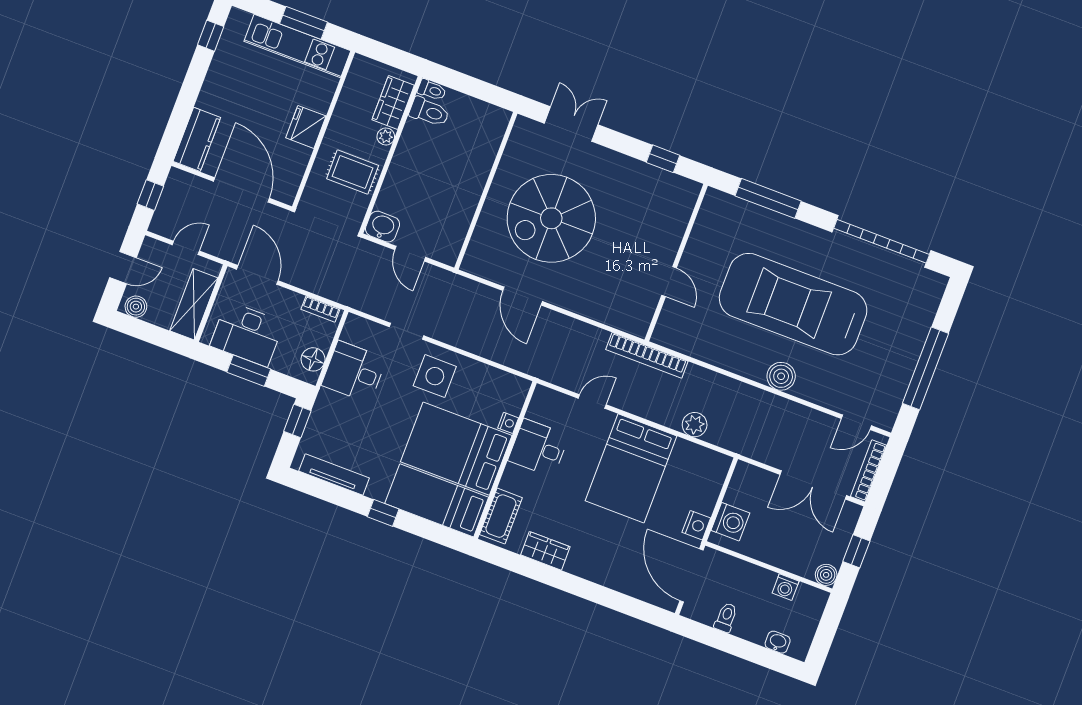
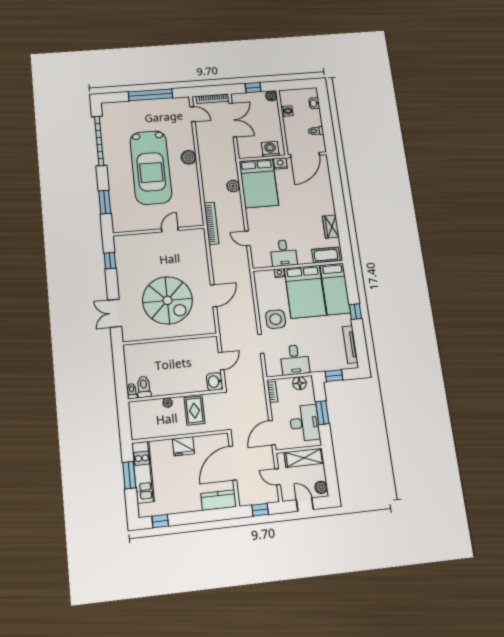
wardrobe: (393, 103) -> (148, 408), removed
window: (768, 198) -> (105, 202), width x0.69
bed: (631, 468) -> (259, 183), moved, turned 90

